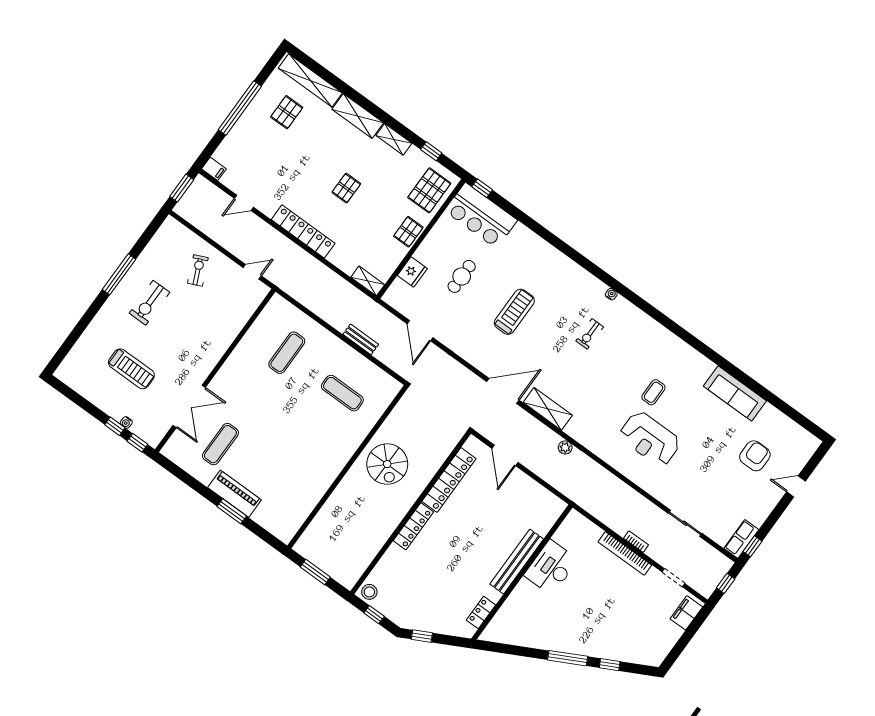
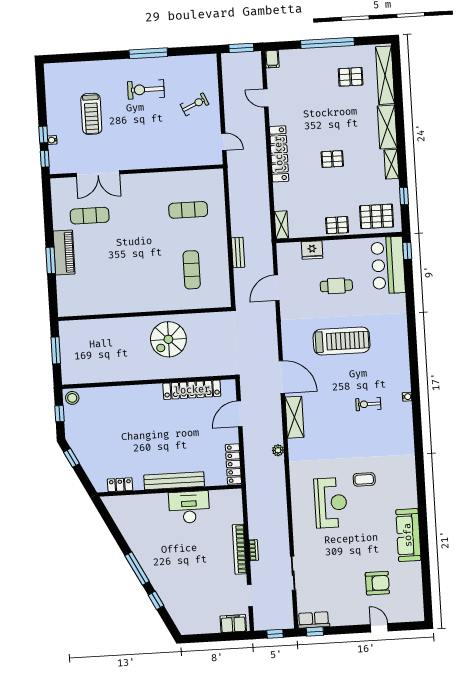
treadmill: (514, 312) -> (342, 341), width x1.37, depth x1.38
reception desk: (650, 439) -> (331, 503), turned 180
locker: (413, 526) -> (233, 464), moved, turned 90

